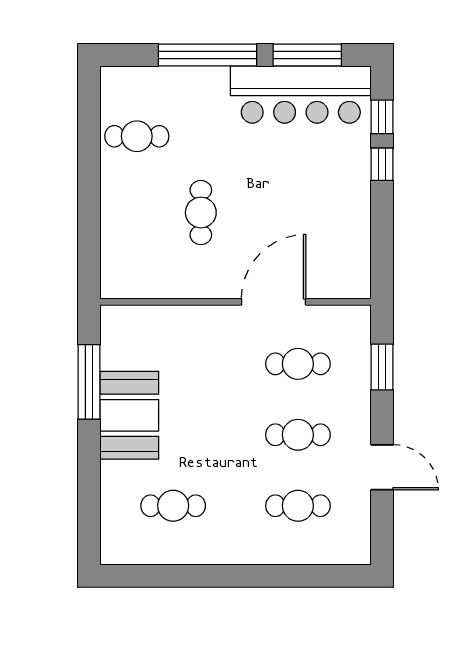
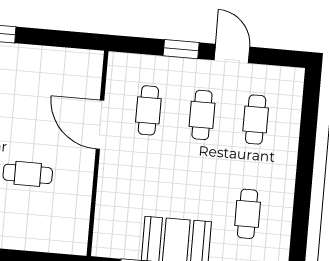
window: (382, 367) -> (181, 49), moved
door: (382, 467) -> (232, 53), hinge flipped

